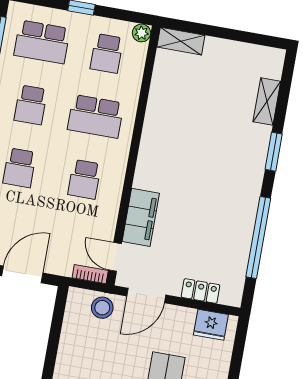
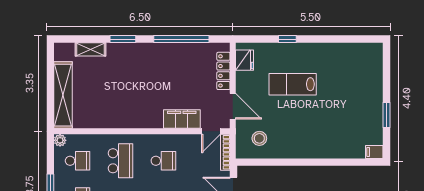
shelving: (181, 41) -> (63, 95), width x2.20, depth x1.33
bookcase: (90, 274) -> (225, 152), width x1.56
locker: (200, 291) -> (223, 71), width x1.53
stool: (102, 308) -> (259, 138), moved

